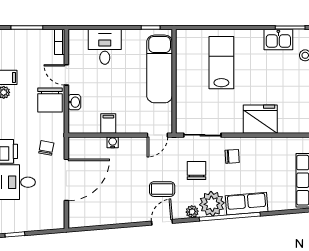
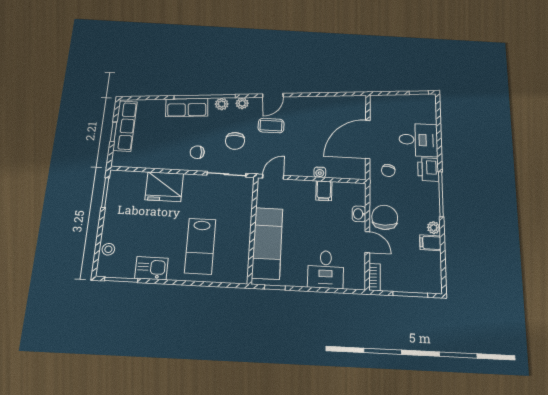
kitchen sink: (278, 40) -> (151, 268), moved
plant: (212, 204) -> (222, 104), width x0.53, depth x0.53

